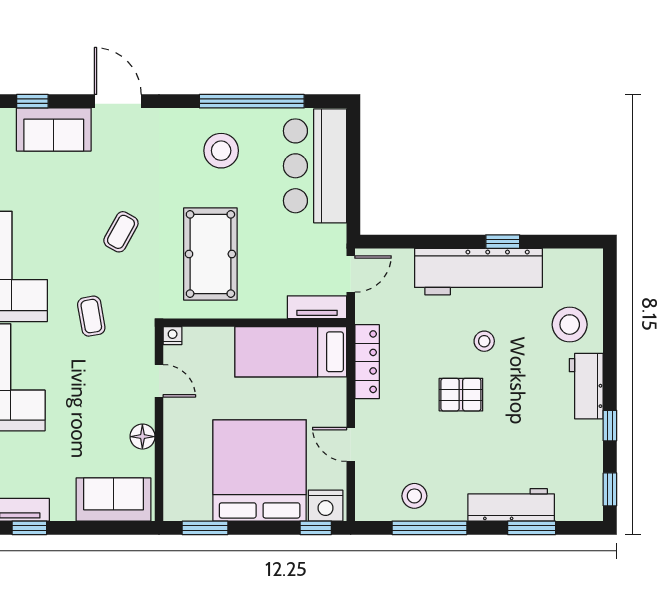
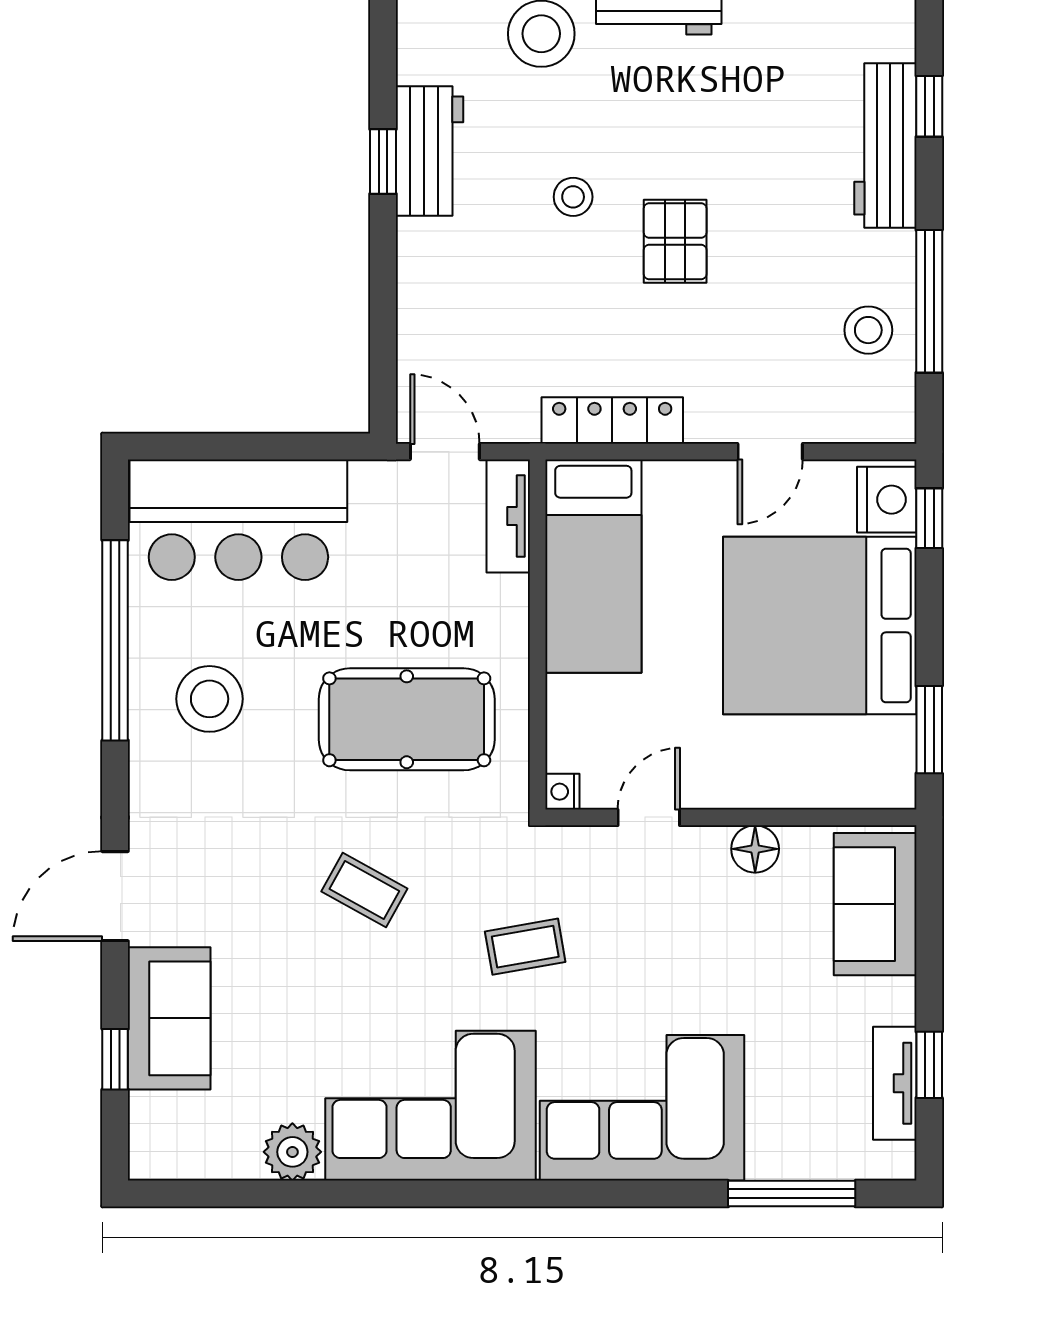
workbench: (478, 272) -> (429, 151), width x0.53, depth x0.76
window: (532, 528) -> (929, 106), width x0.67

